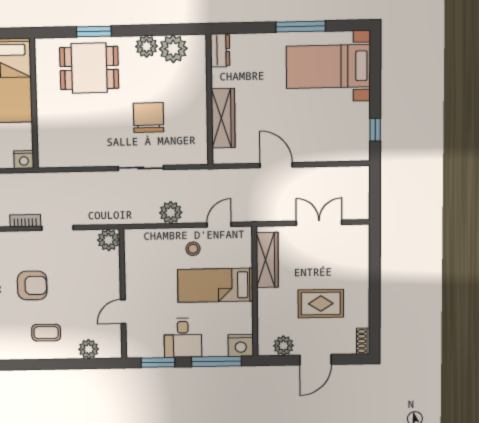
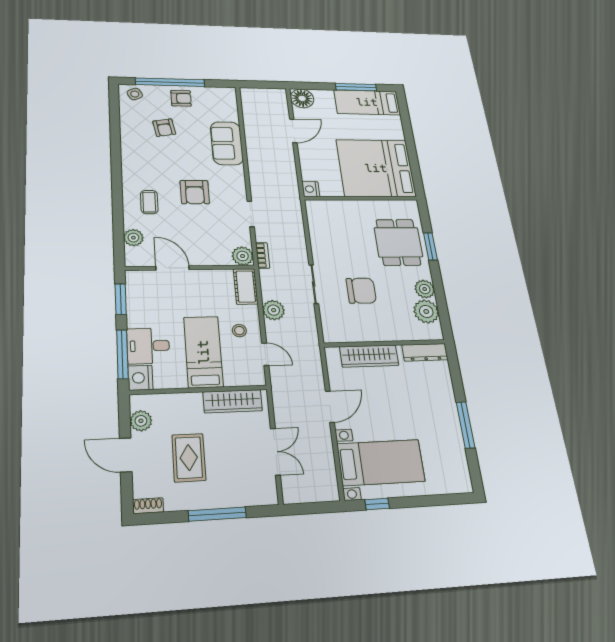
dresser: (220, 50) -> (425, 352), width x1.44
bed with nightstands: (328, 66) -> (381, 462), moved, turned 90
bookcase: (25, 221) -> (263, 255), moved
cot: (144, 239) -> (246, 286), added
window: (375, 280) -> (217, 514), added
door: (123, 312) -> (172, 268), width x1.38
desk: (183, 338) -> (148, 346), moved

